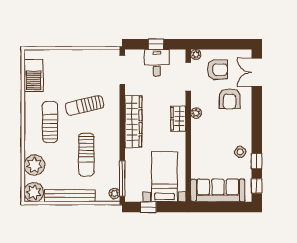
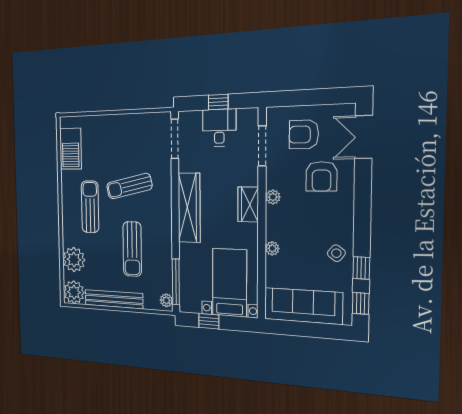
plant: (196, 55) -> (272, 248), moved
armchair: (217, 70) -> (304, 134), turned 180

